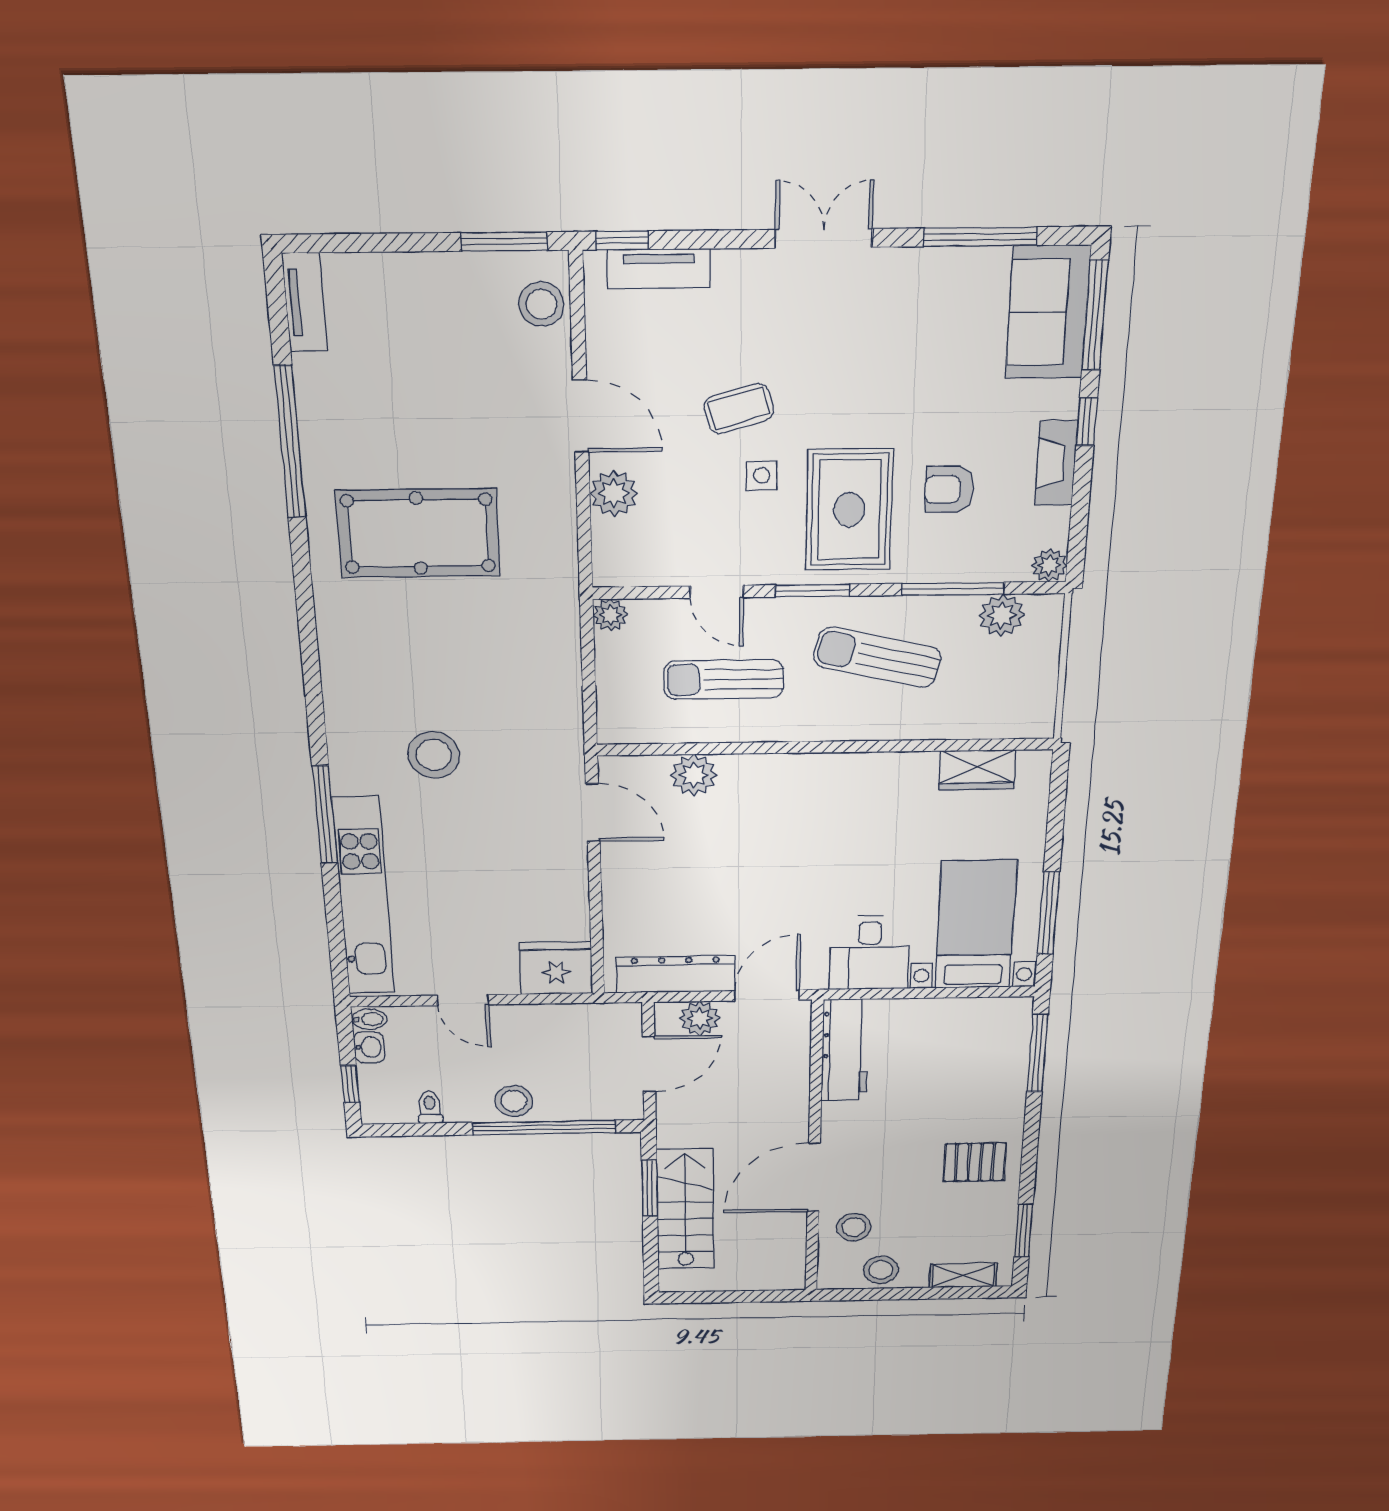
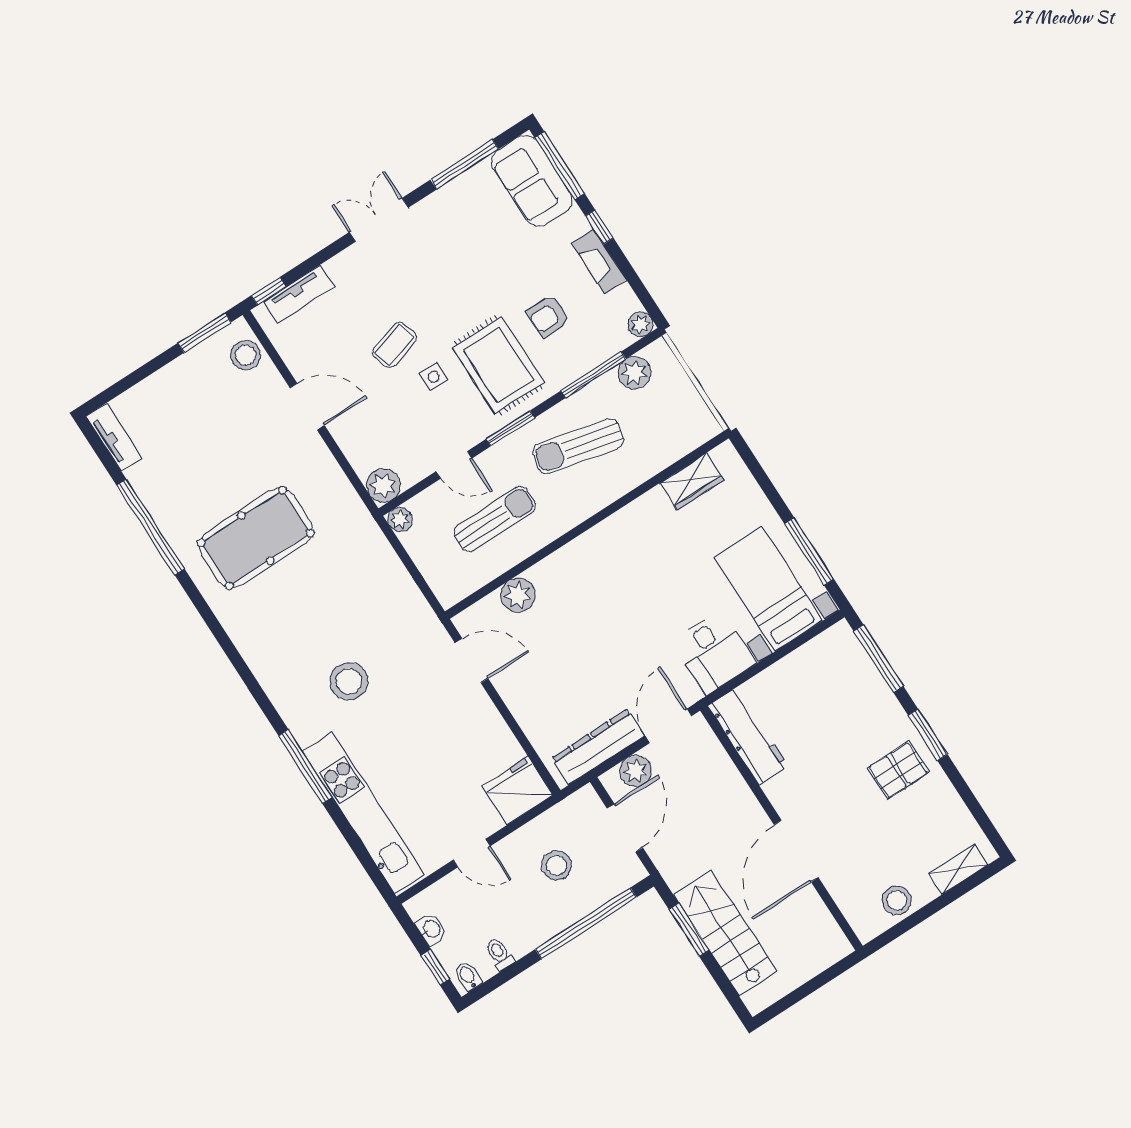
plant: (614, 493) -> (383, 485), moved
sun lounger: (724, 680) -> (495, 519), turned 180
bidet: (369, 1019) -> (468, 976), moved, turned -90
stool: (514, 1101) -> (556, 865), moved
stool: (854, 1227) -> (852, 875), removed
window: (1024, 1231) -> (928, 735), moved

